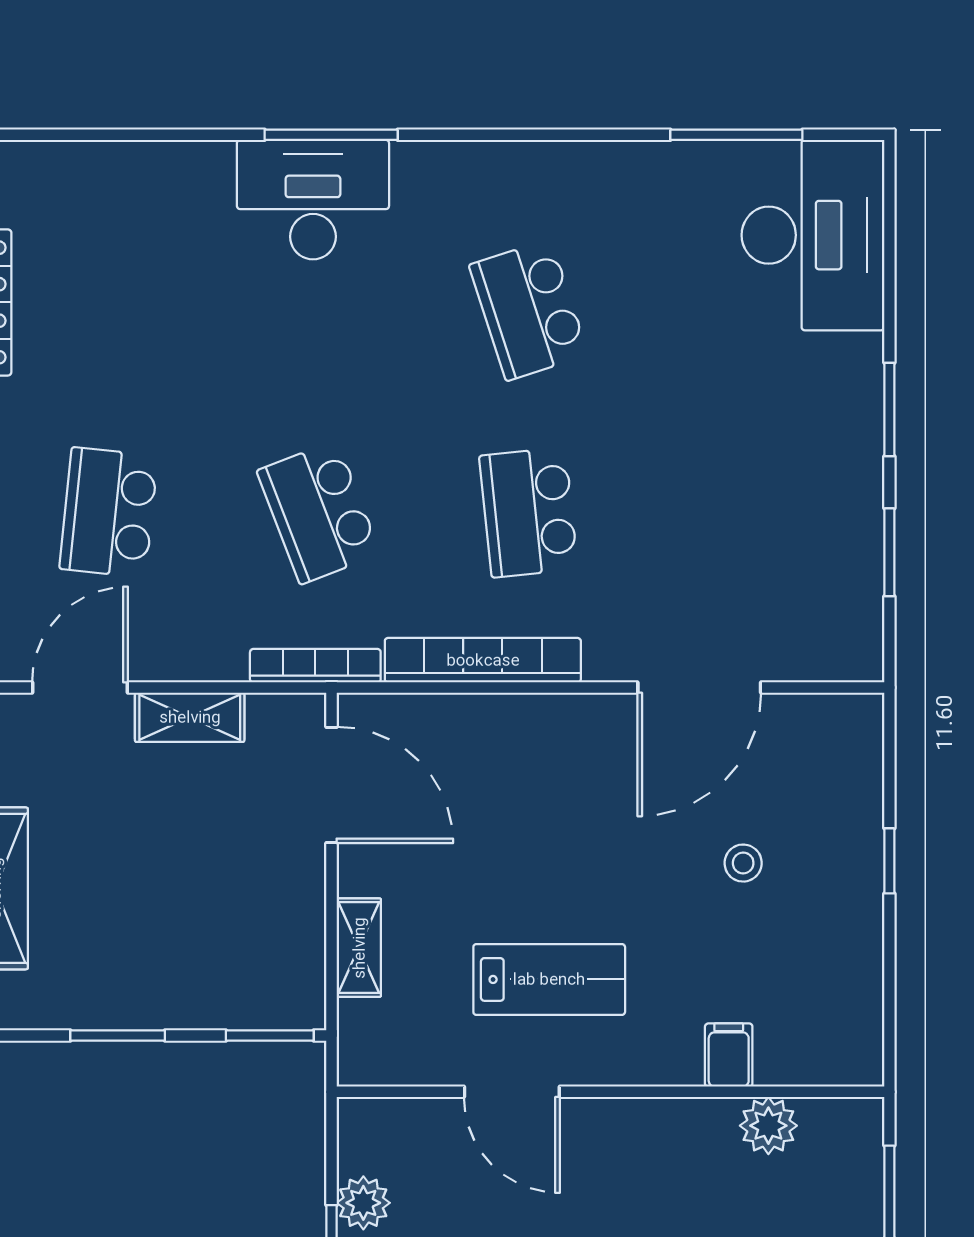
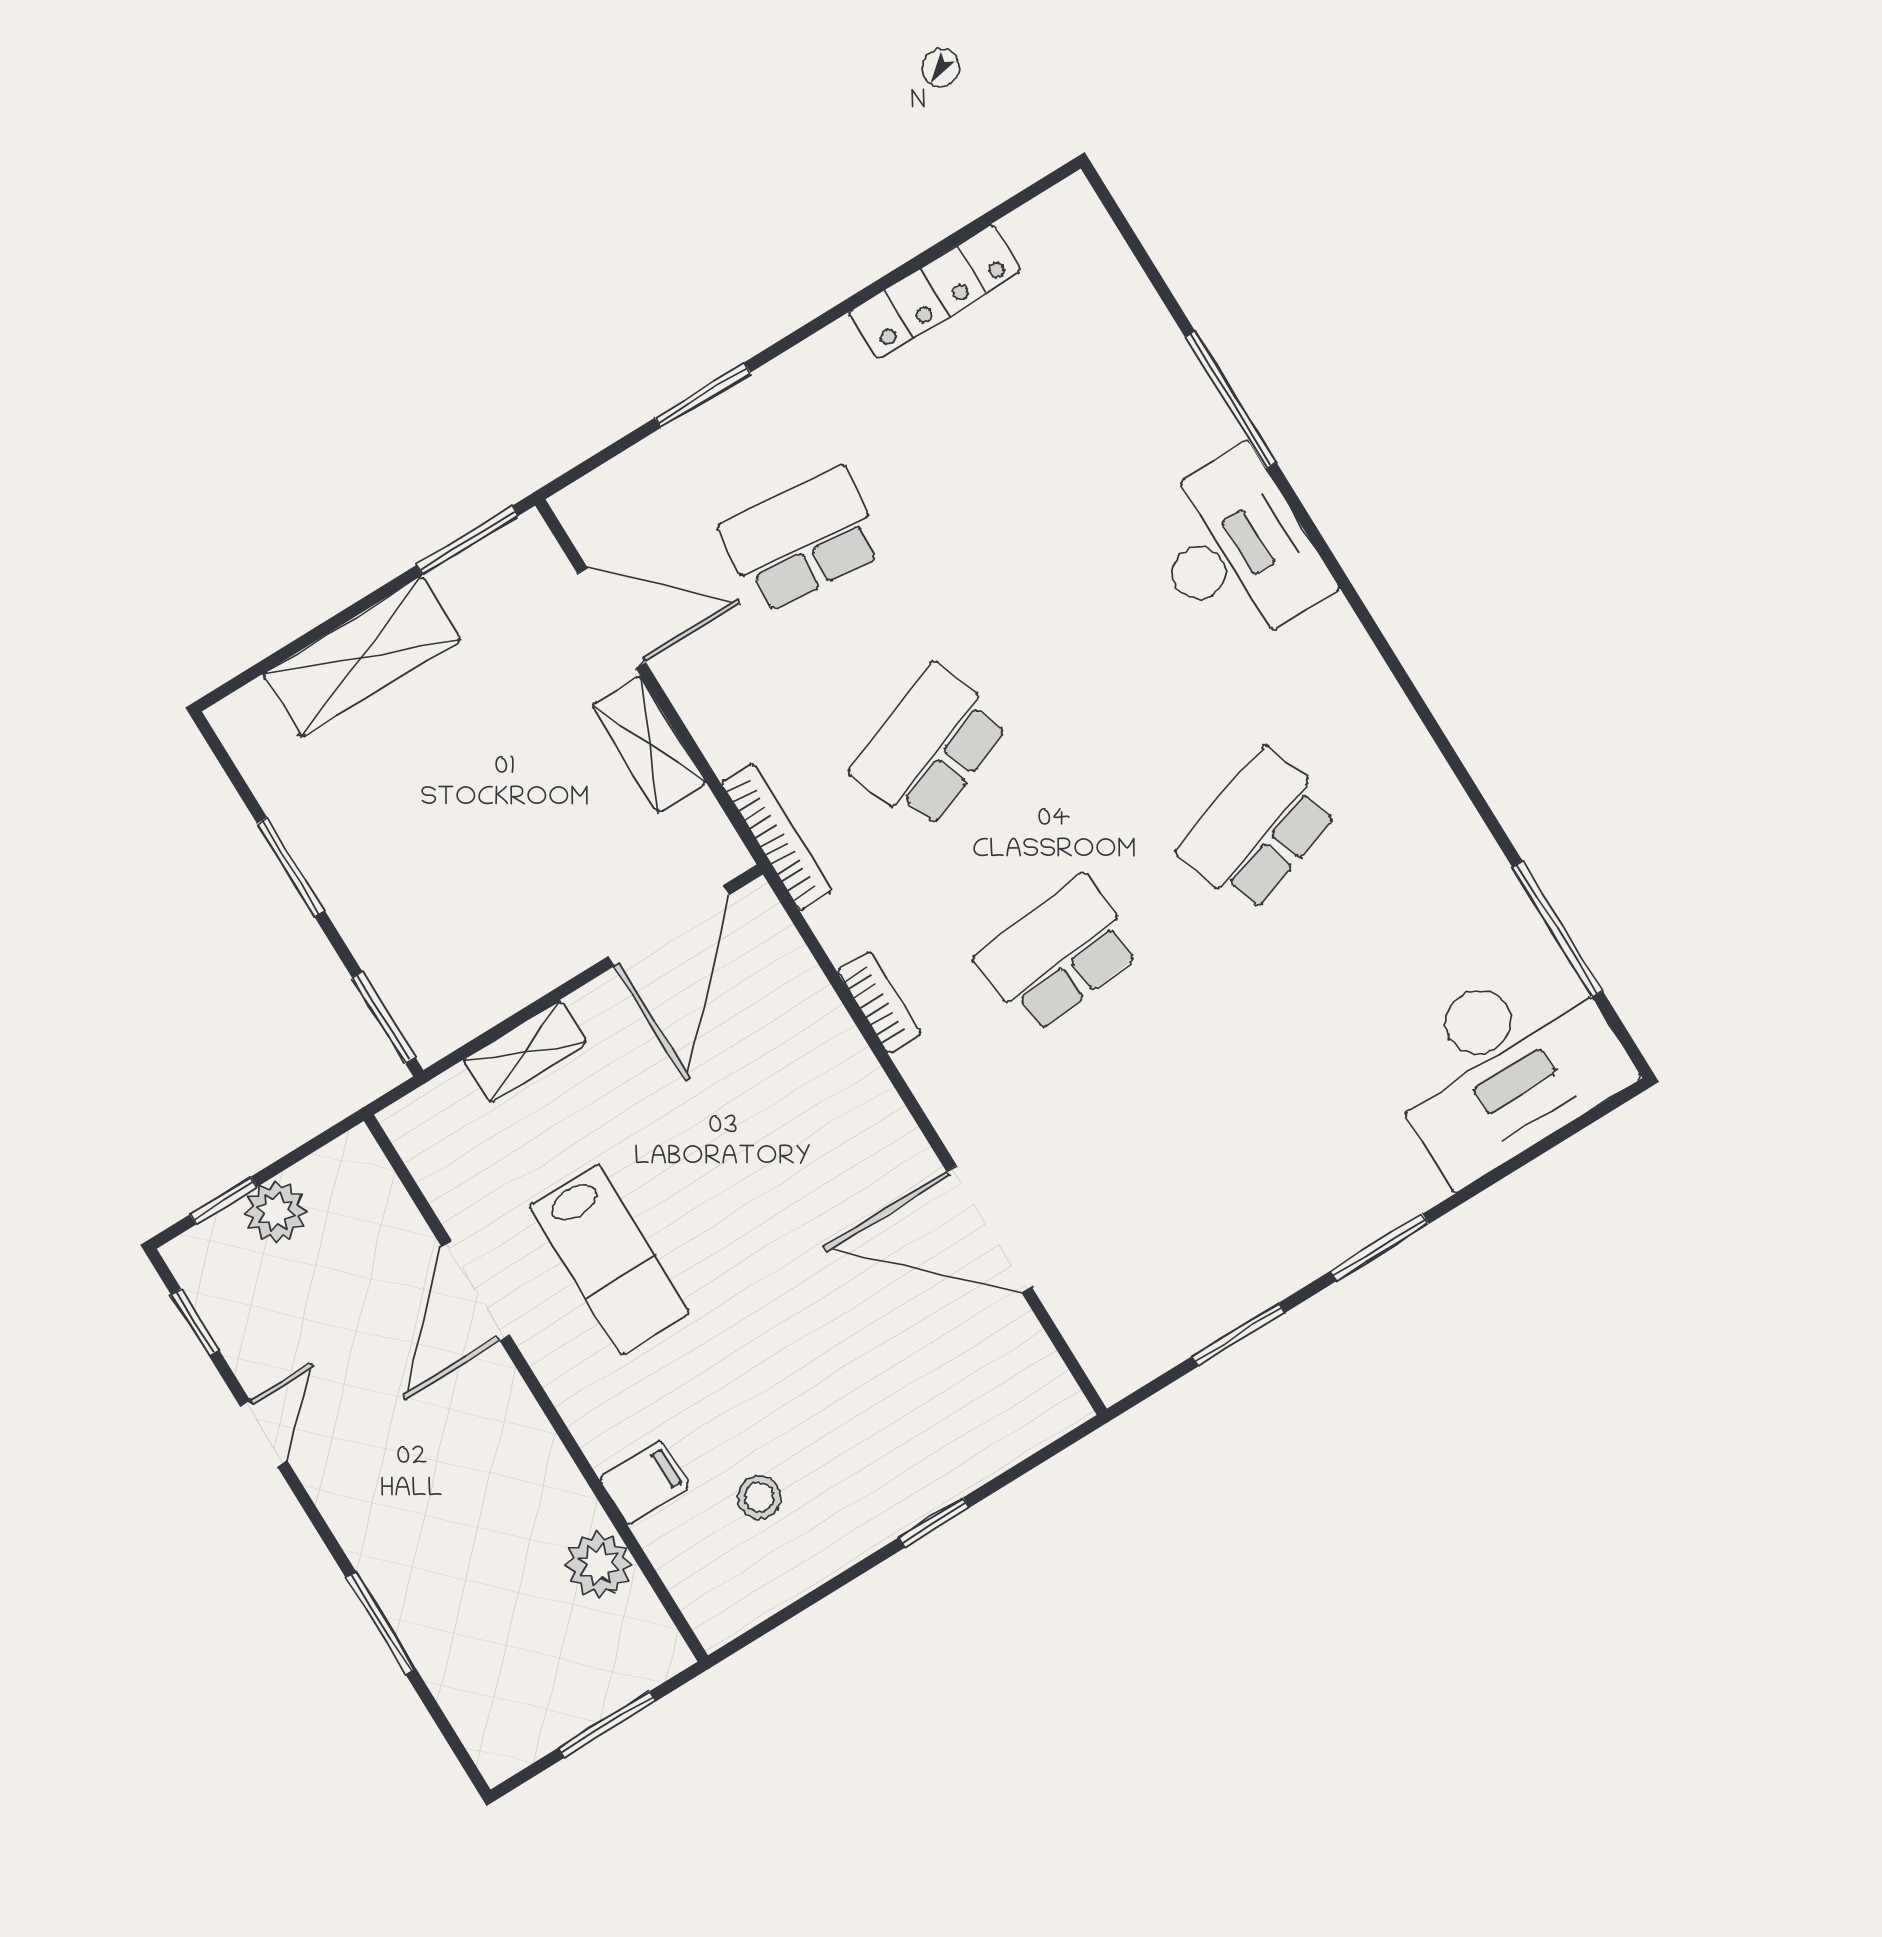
window: (331, 135) -> (1231, 400), moved
bookcase: (483, 660) -> (879, 1002), width x0.43, depth x0.76
stool: (743, 863) -> (759, 1497), moved

